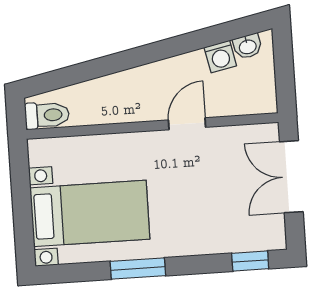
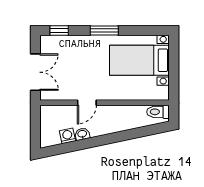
washbasin: (248, 46) -> (82, 134), moved
window: (138, 268) -> (104, 31), moved

